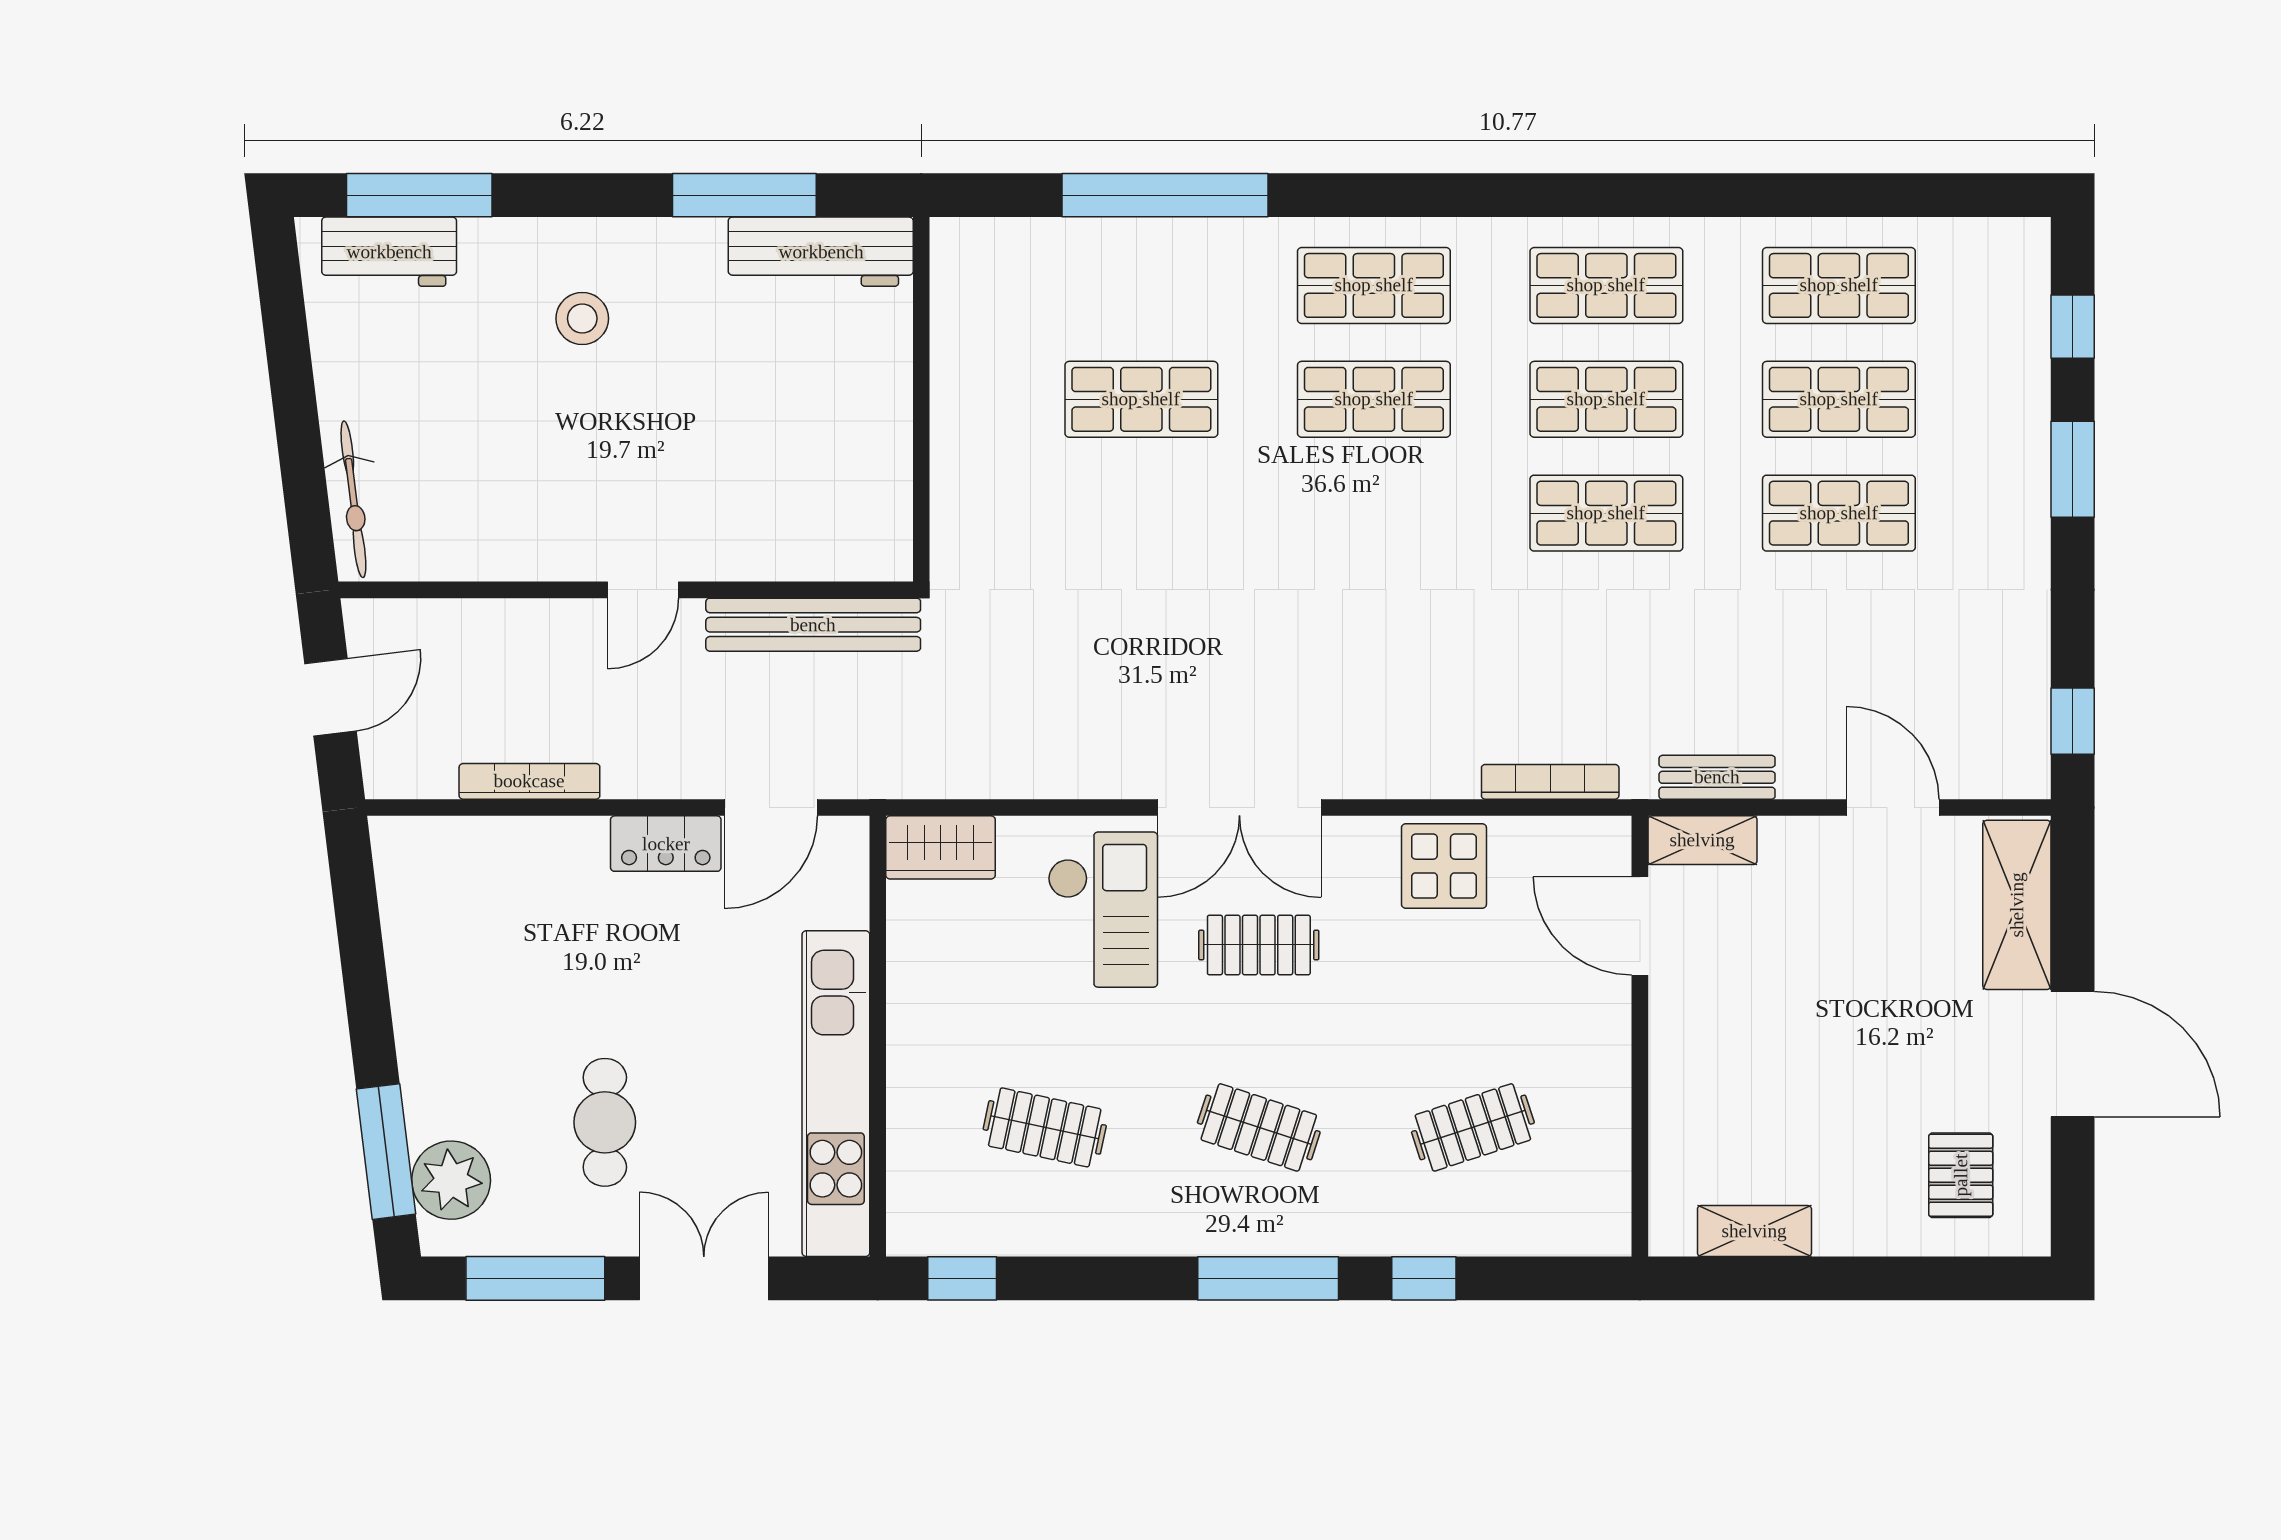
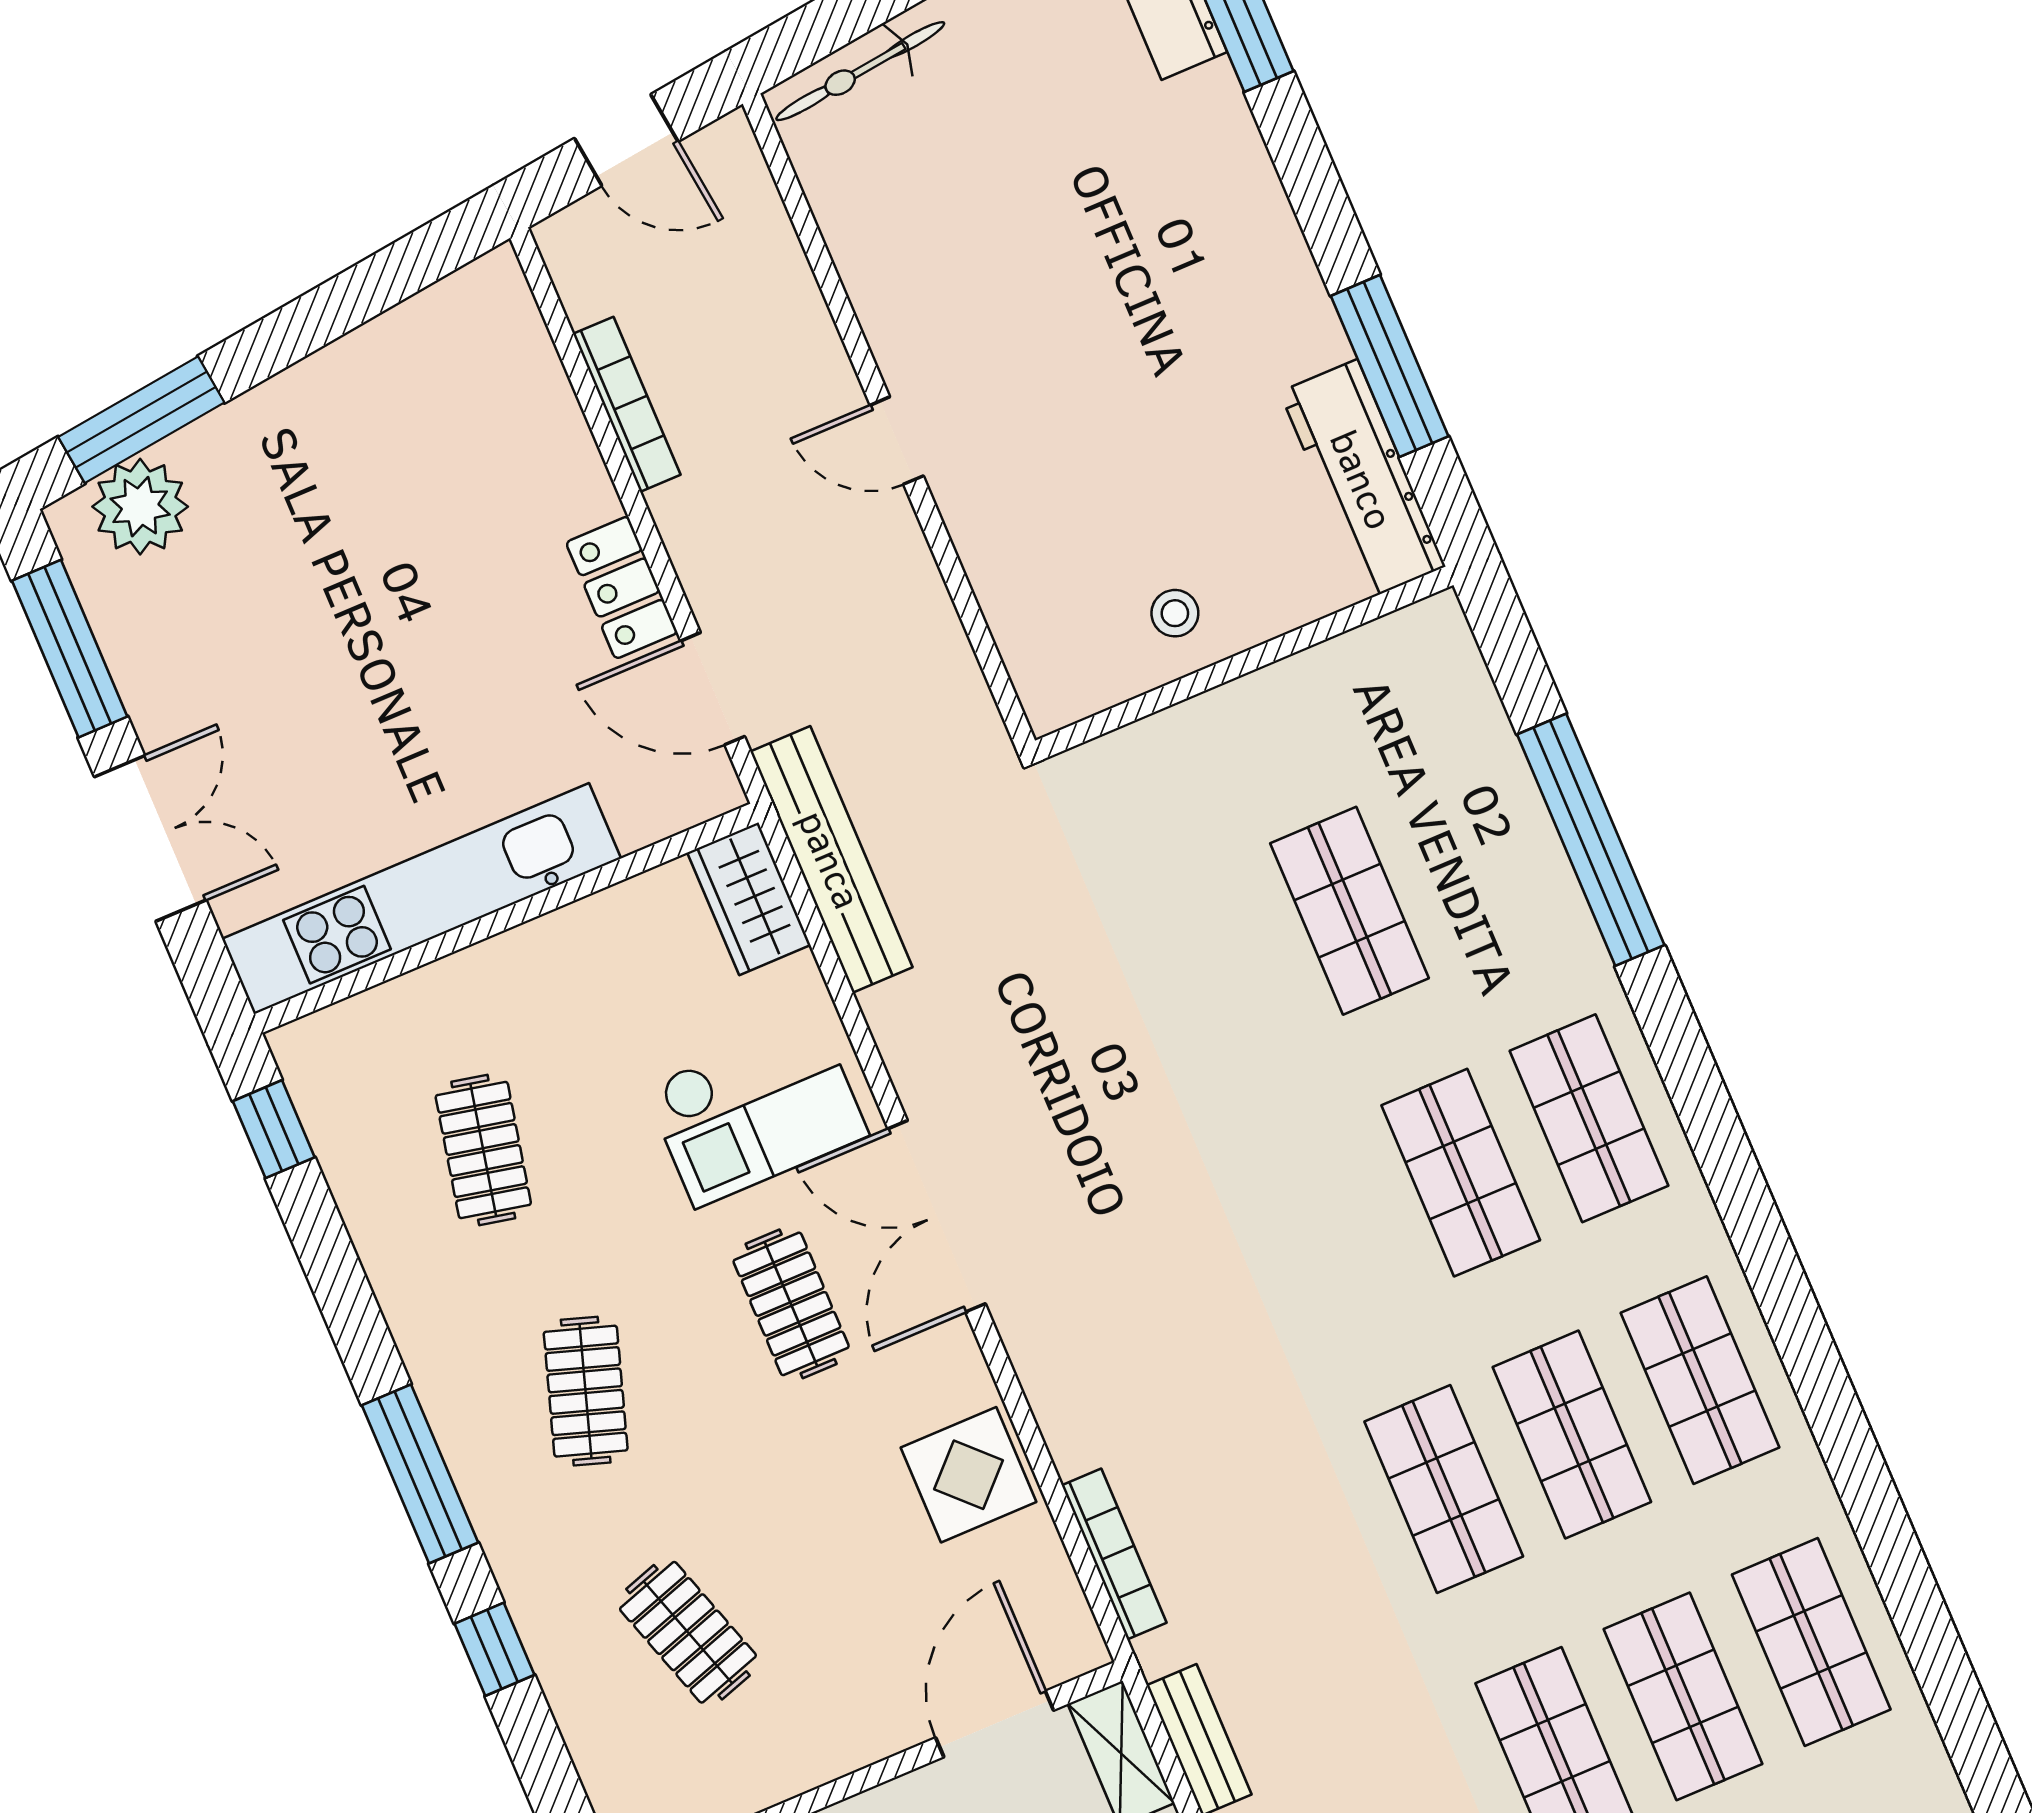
stool: (582, 319) -> (1175, 613), moved, width x0.73, depth x0.73
bench: (813, 625) -> (831, 859), moved
cafe table: (605, 1122) -> (279, 652), removed

